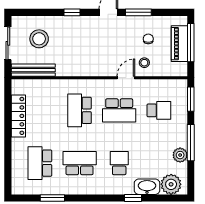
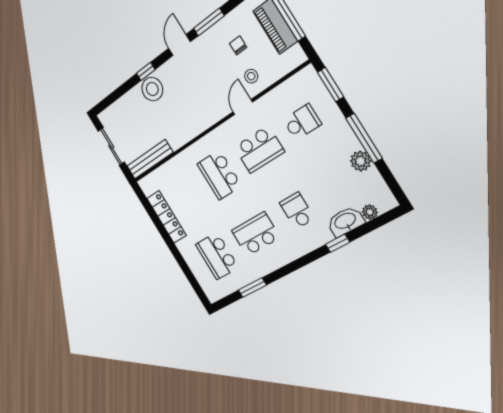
stool: (39, 39) -> (152, 89), moved
plant: (171, 184) -> (370, 212), width x0.53, depth x0.53

